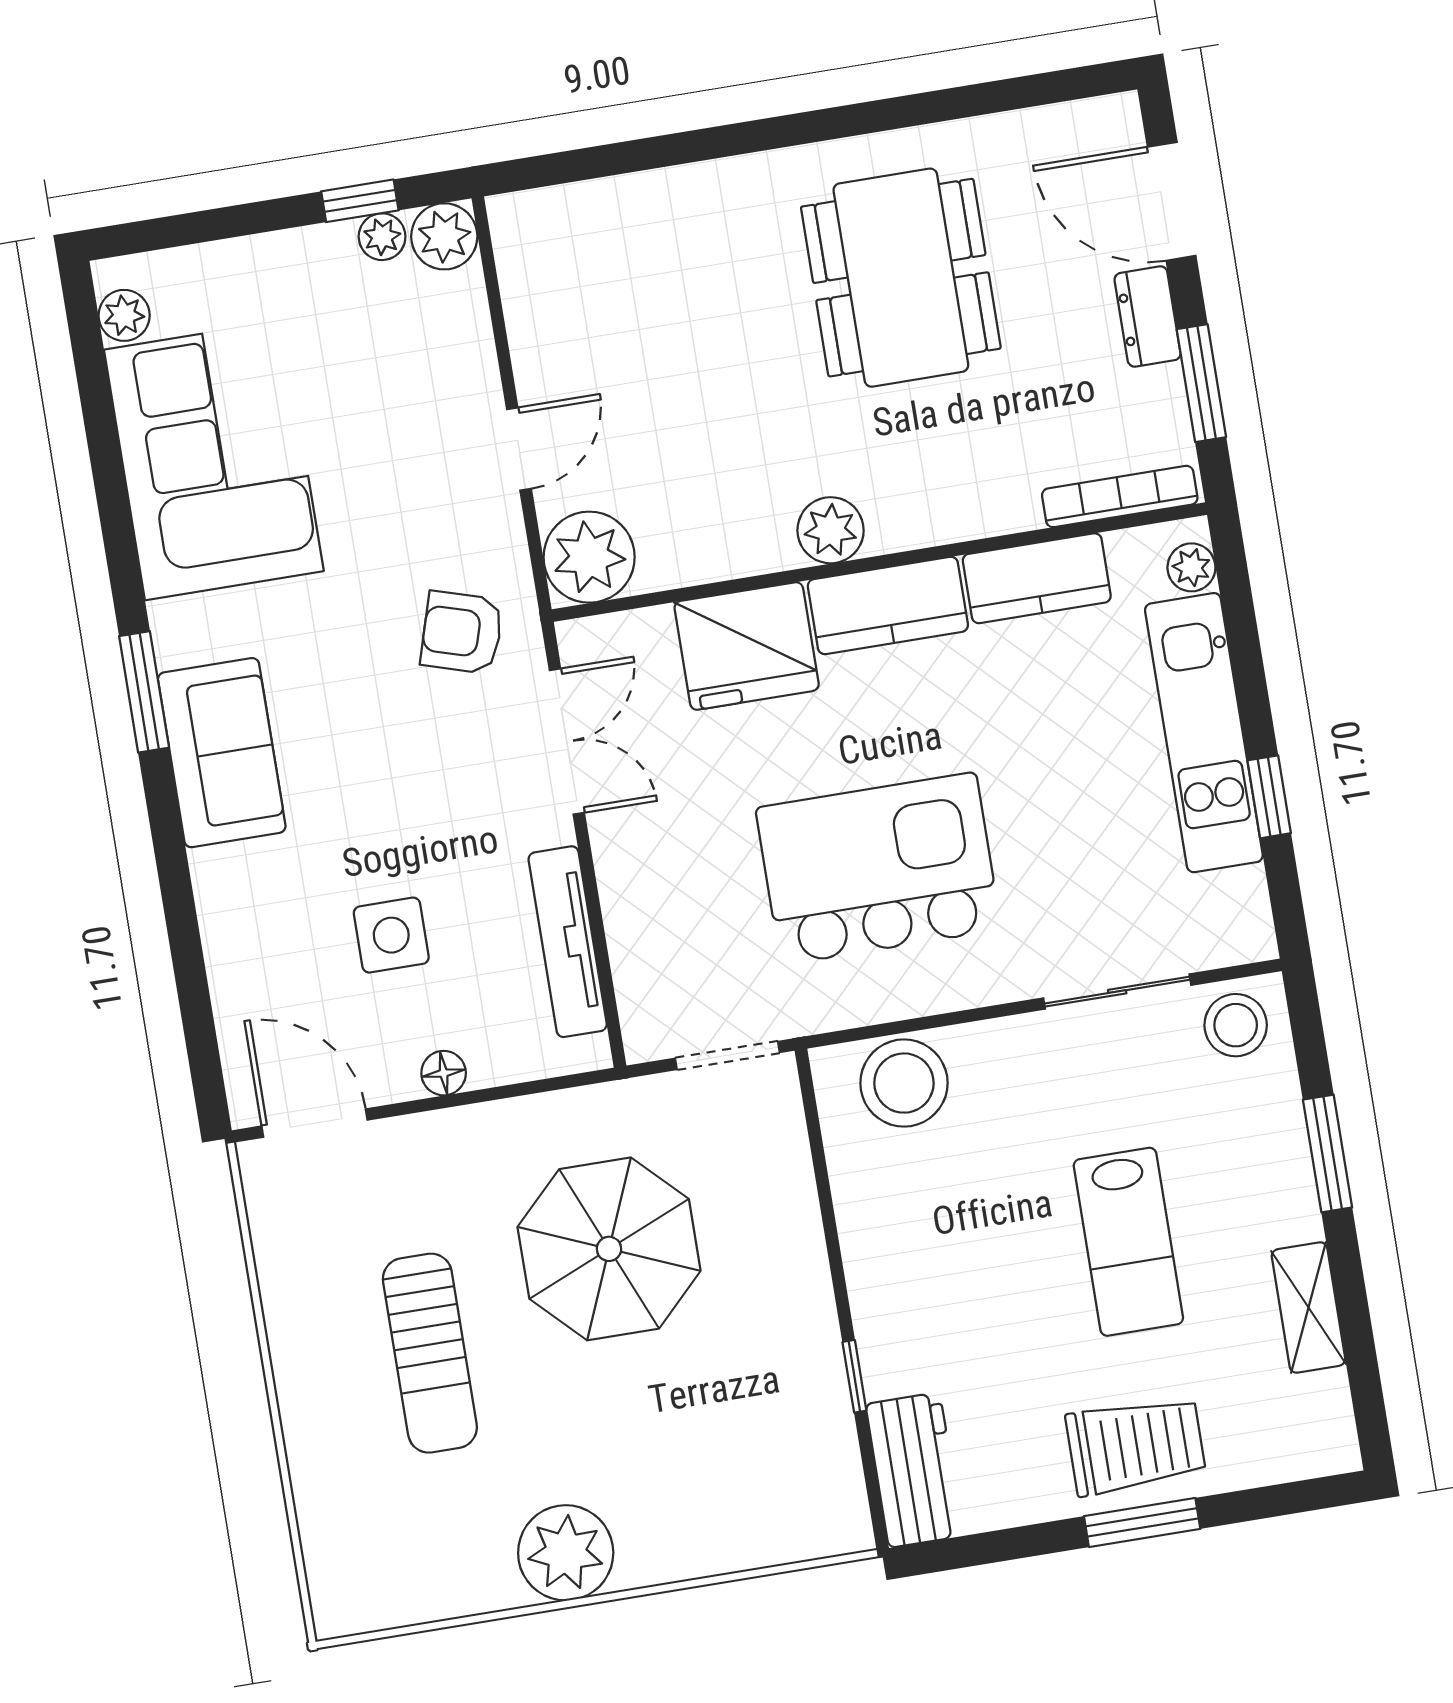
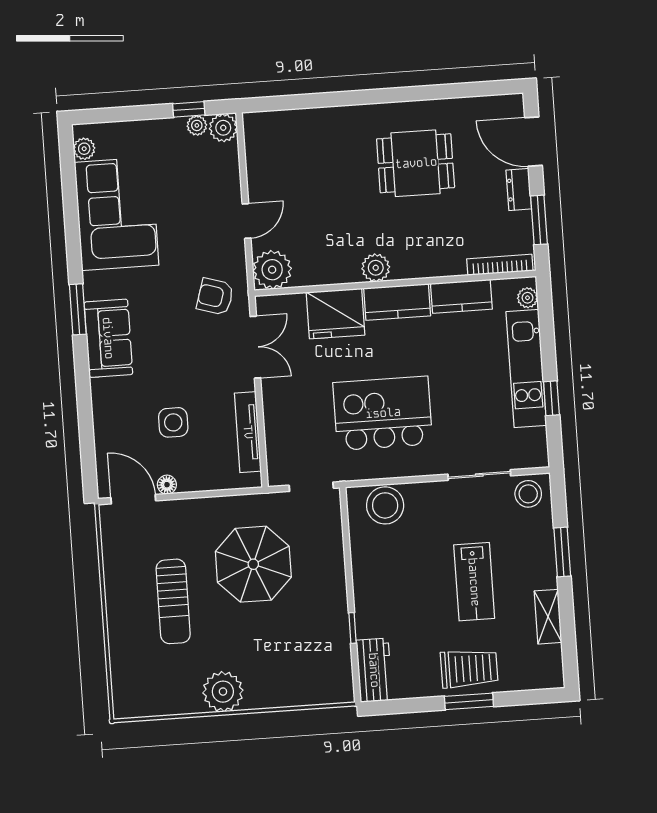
dining table: (901, 278) -> (416, 163), width x0.73
floor lamp: (444, 1073) -> (167, 485), moved

